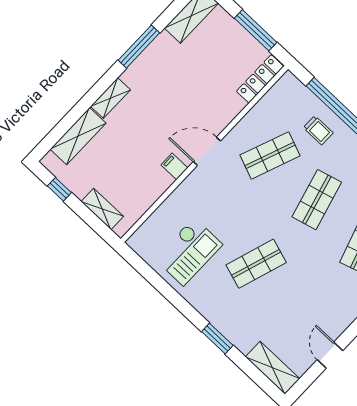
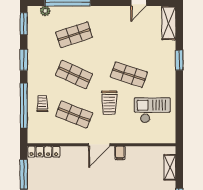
door: (207, 151) -> (99, 145), hinge flipped
shop shelf: (317, 200) -> (74, 75), turned 39
trolley: (245, 210) -> (109, 103), added

